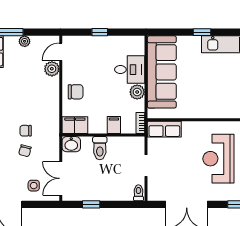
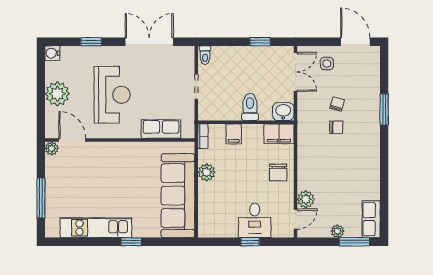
desk: (130, 70) -> (255, 220), moved, turned -90
chair: (76, 92) -> (278, 173), turned -90
row of seats: (164, 129) -> (161, 129), moved

